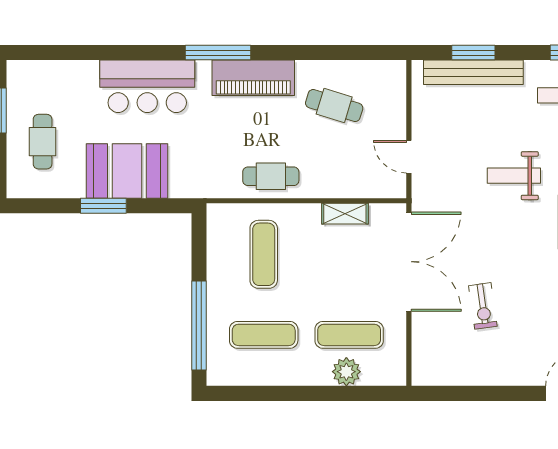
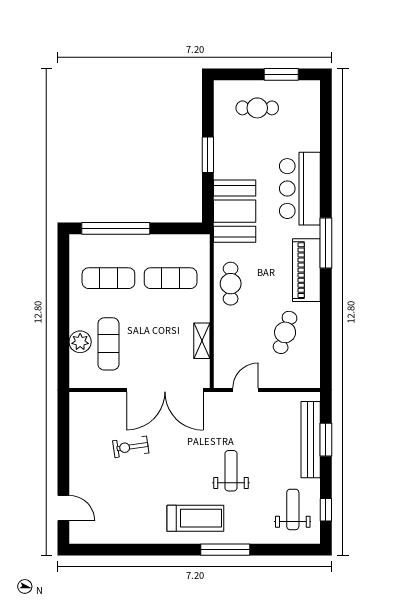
booth: (127, 171) -> (235, 211), moved
exercise mat: (264, 335) -> (108, 278), turned 90

